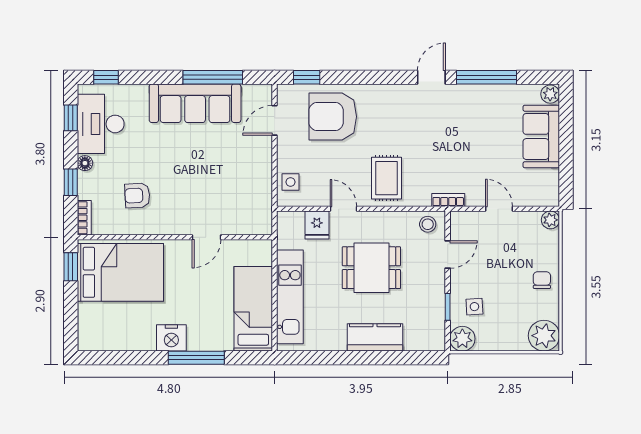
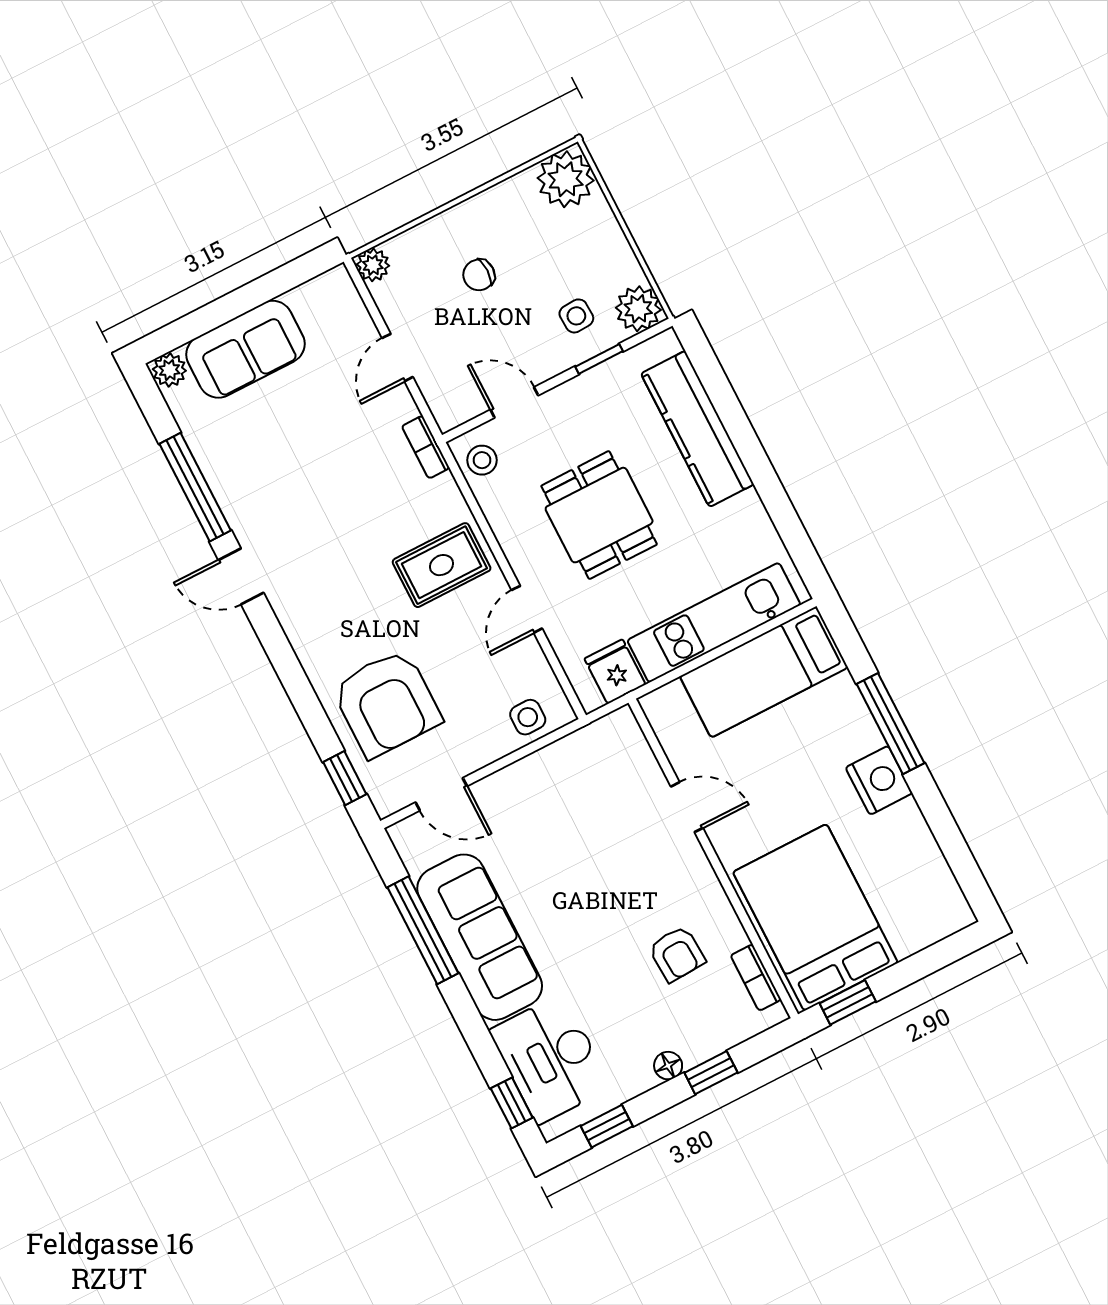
desk: (101, 124) -> (550, 1059), moved, turned 90
bookcase: (84, 218) -> (756, 978), moved, turned -90
fridge: (317, 225) -> (615, 672), moved, turned -90
chair: (542, 280) -> (479, 275), moved
kitchen counter: (375, 337) -> (697, 429), width x1.50

